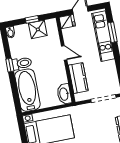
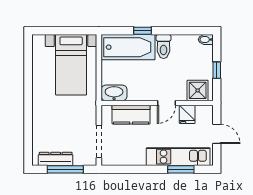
fridge: (67, 22) -> (187, 114), moved
shower: (38, 29) -> (198, 90), moved
window: (10, 65) -> (143, 31), moved

